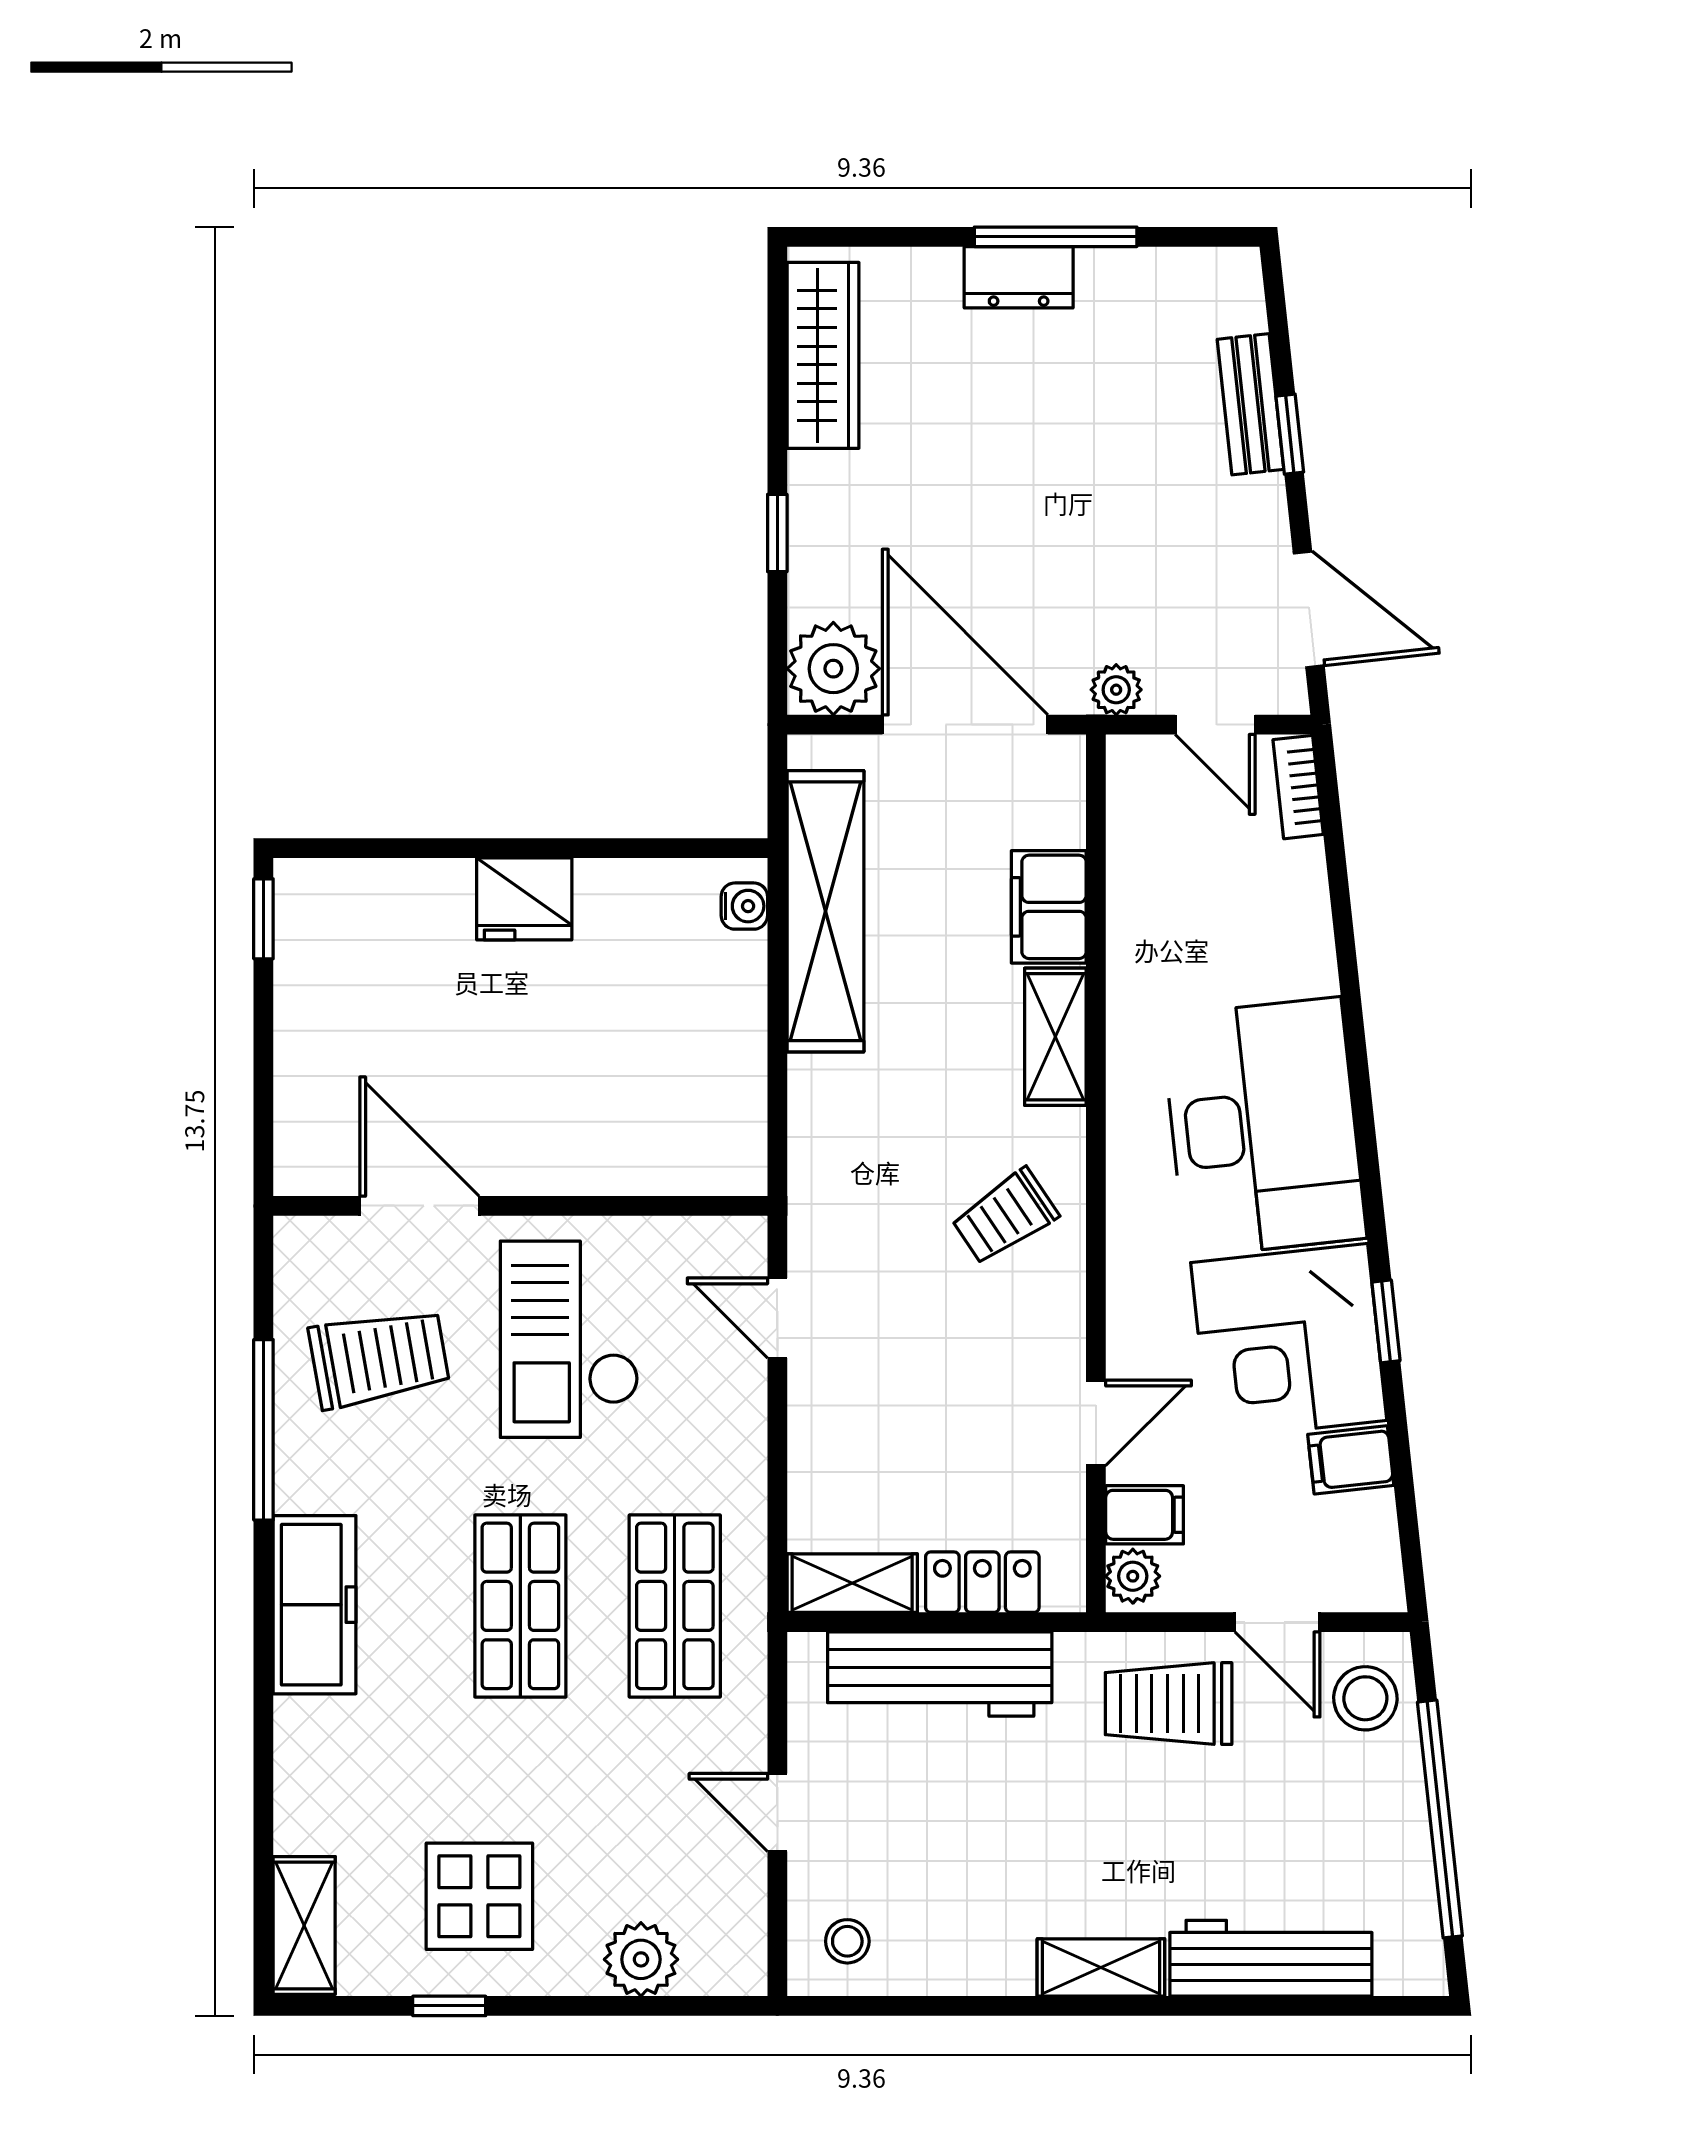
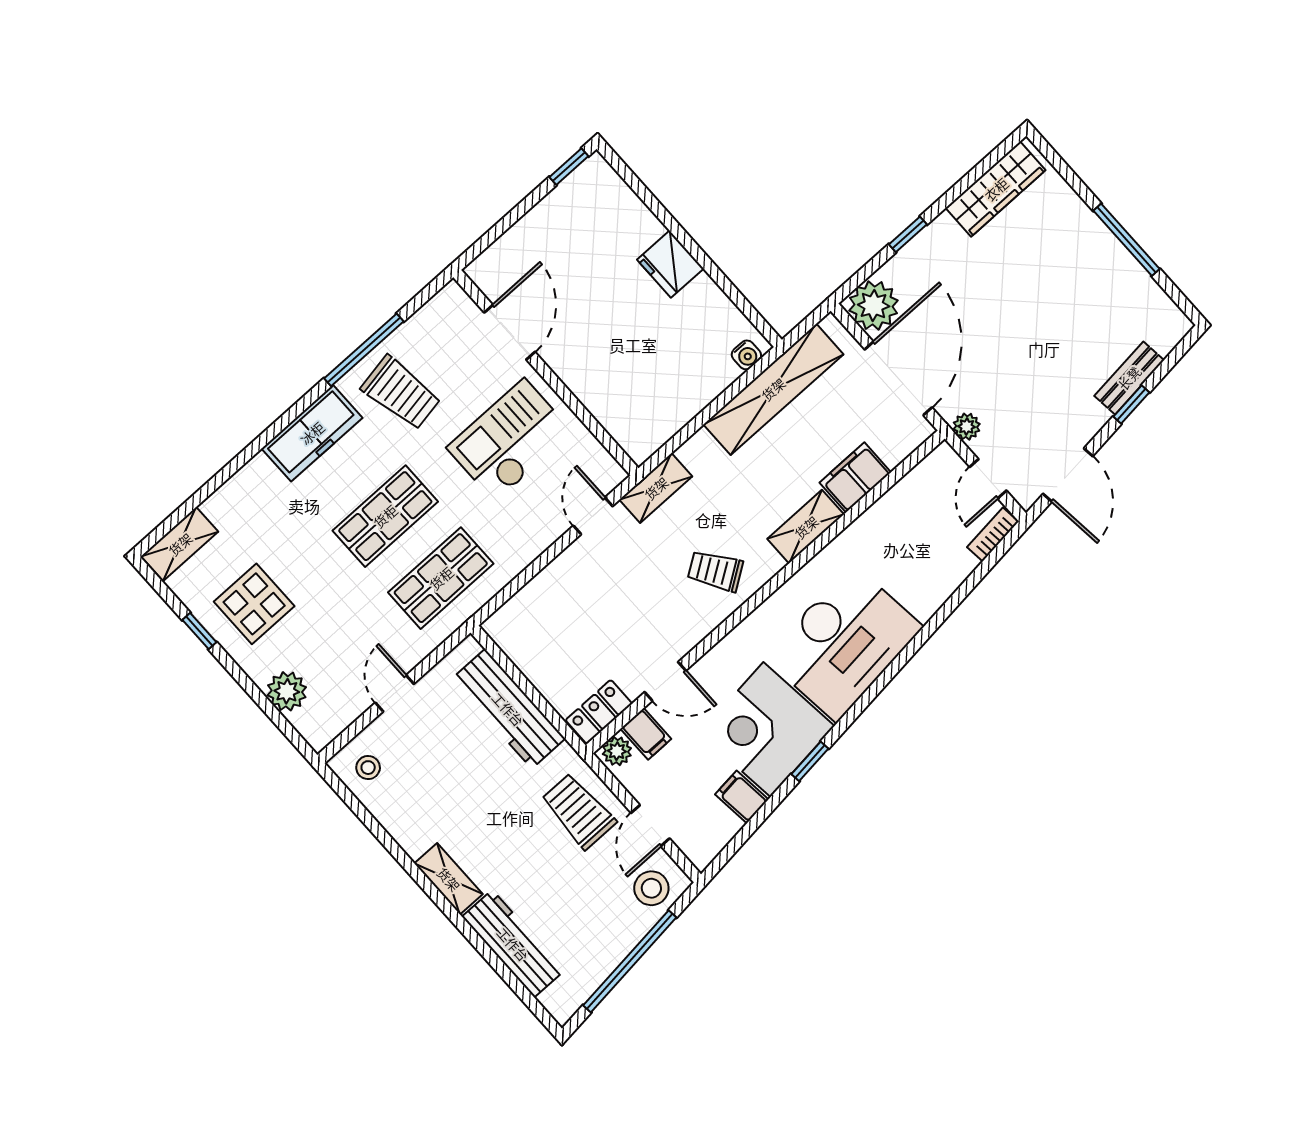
dresser: (1019, 277) -> (1097, 239), removed
trolley: (379, 1358) -> (401, 393), moved
locker: (982, 1582) -> (599, 712), moved, turned -90
shelving: (852, 1583) -> (656, 488), moved, turned 90

